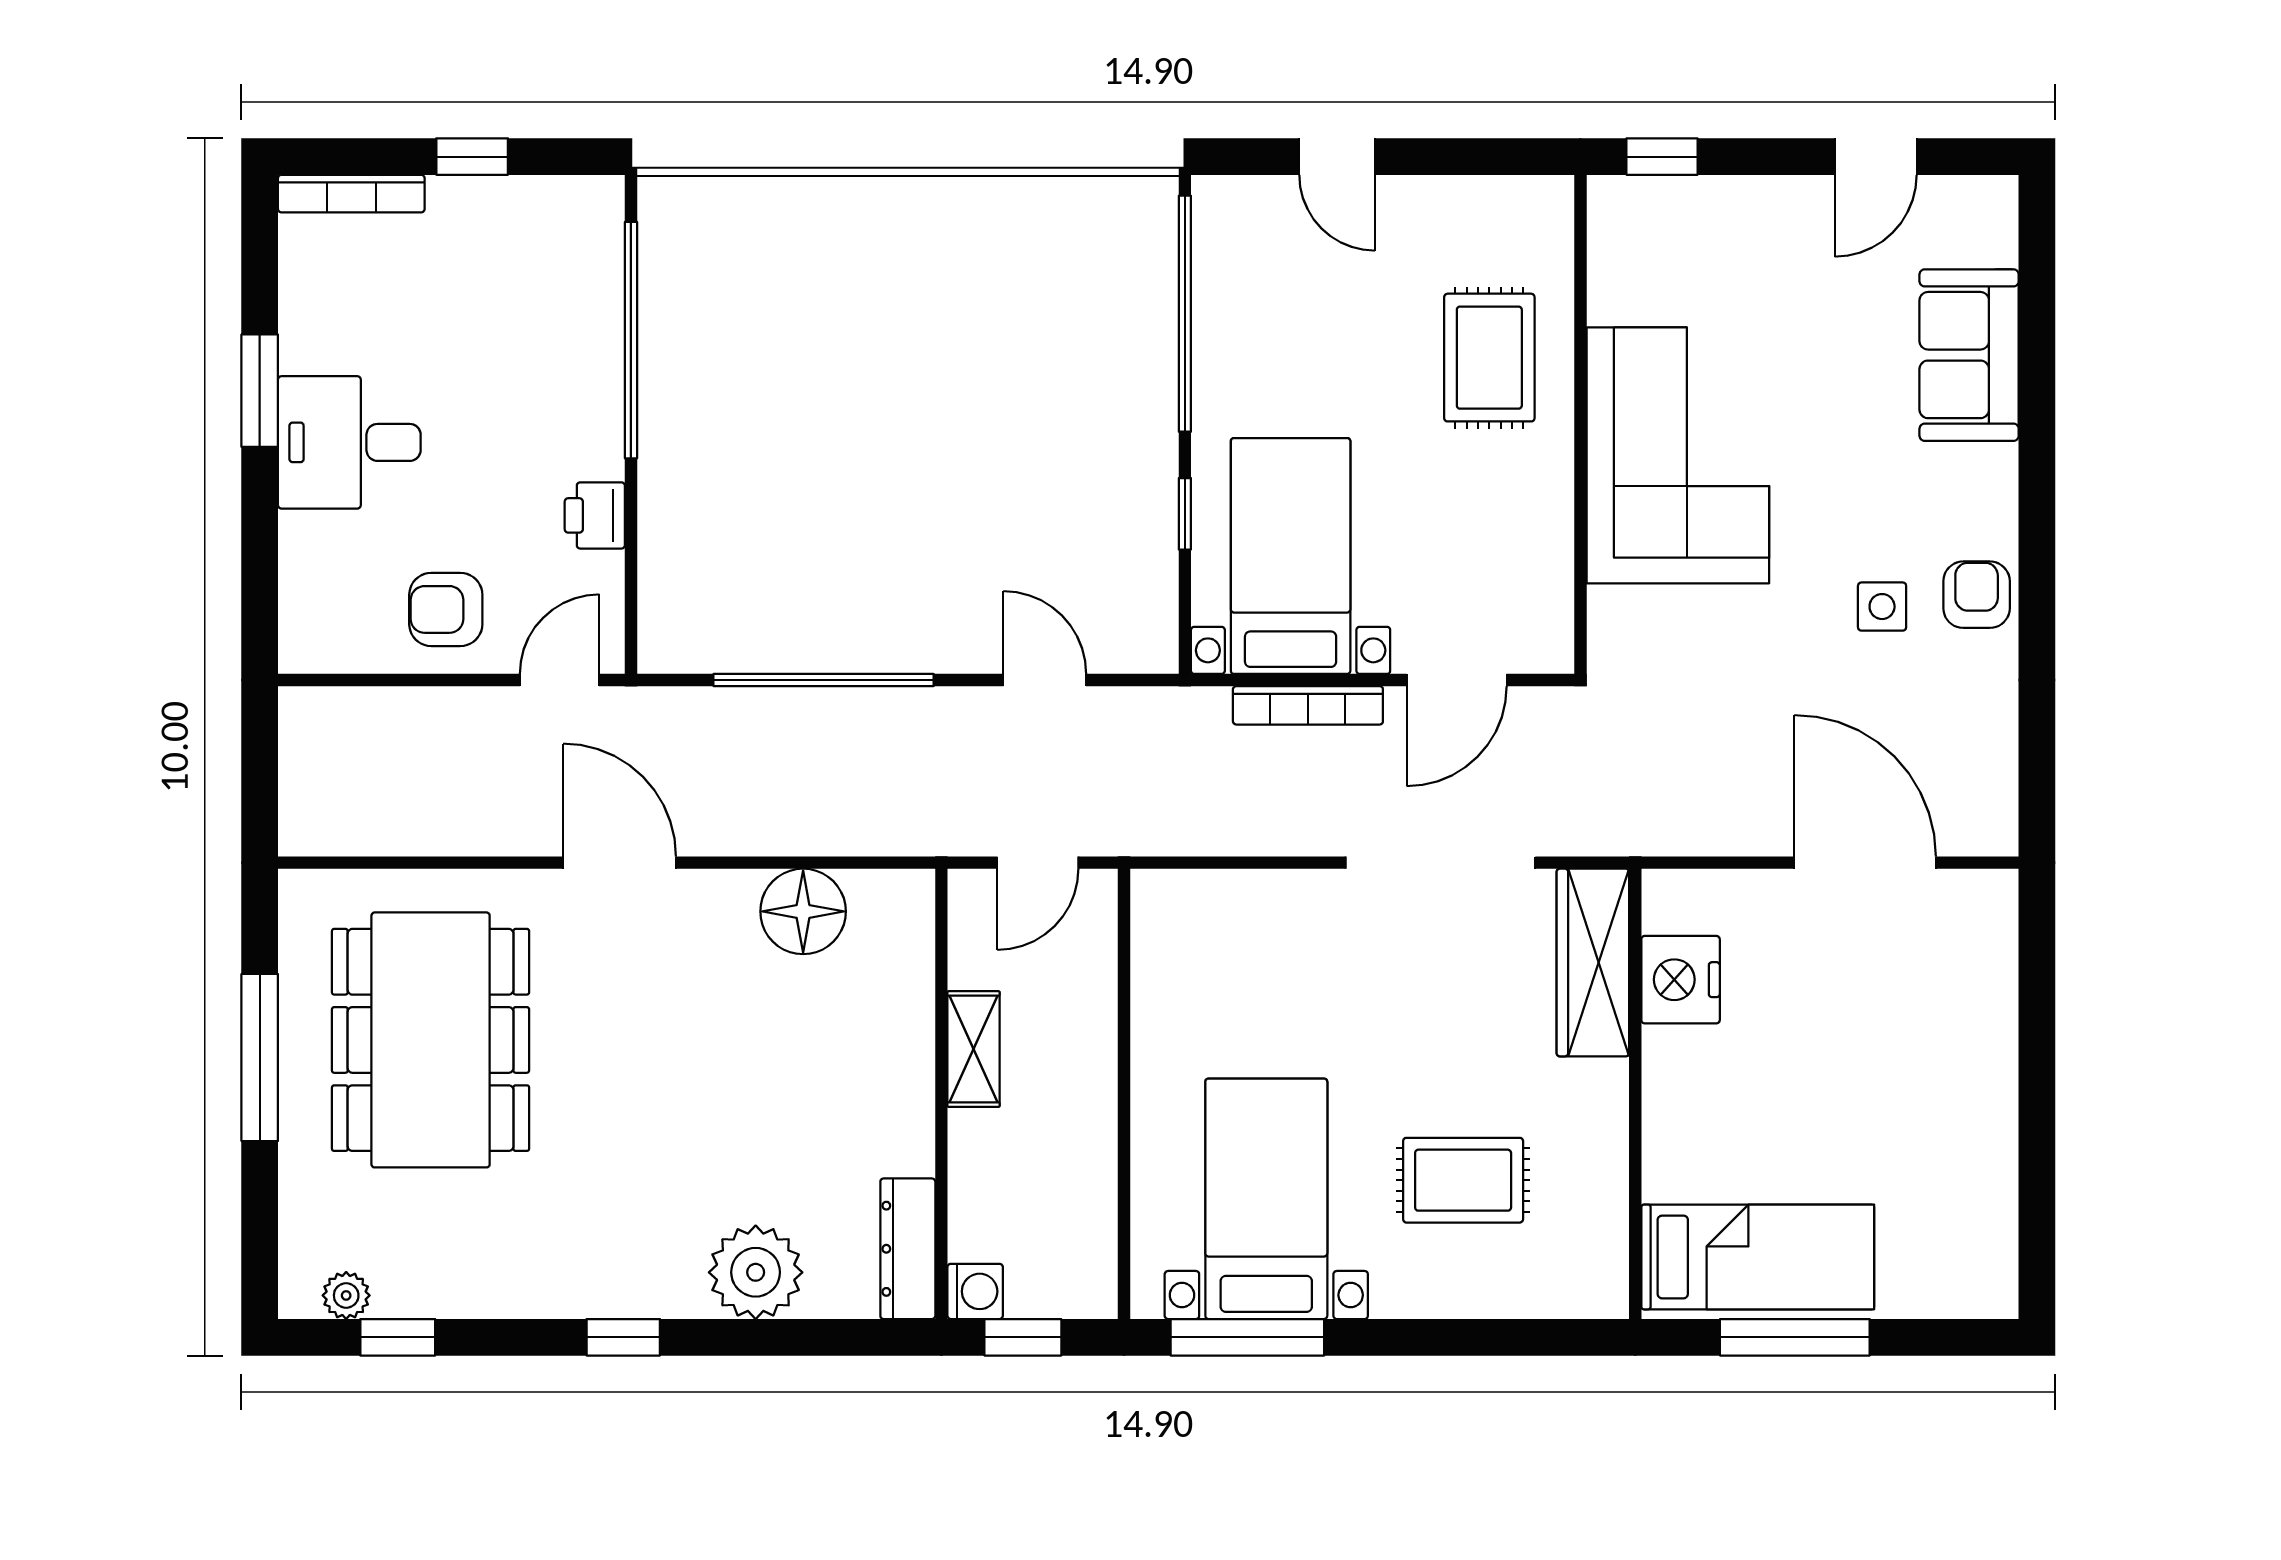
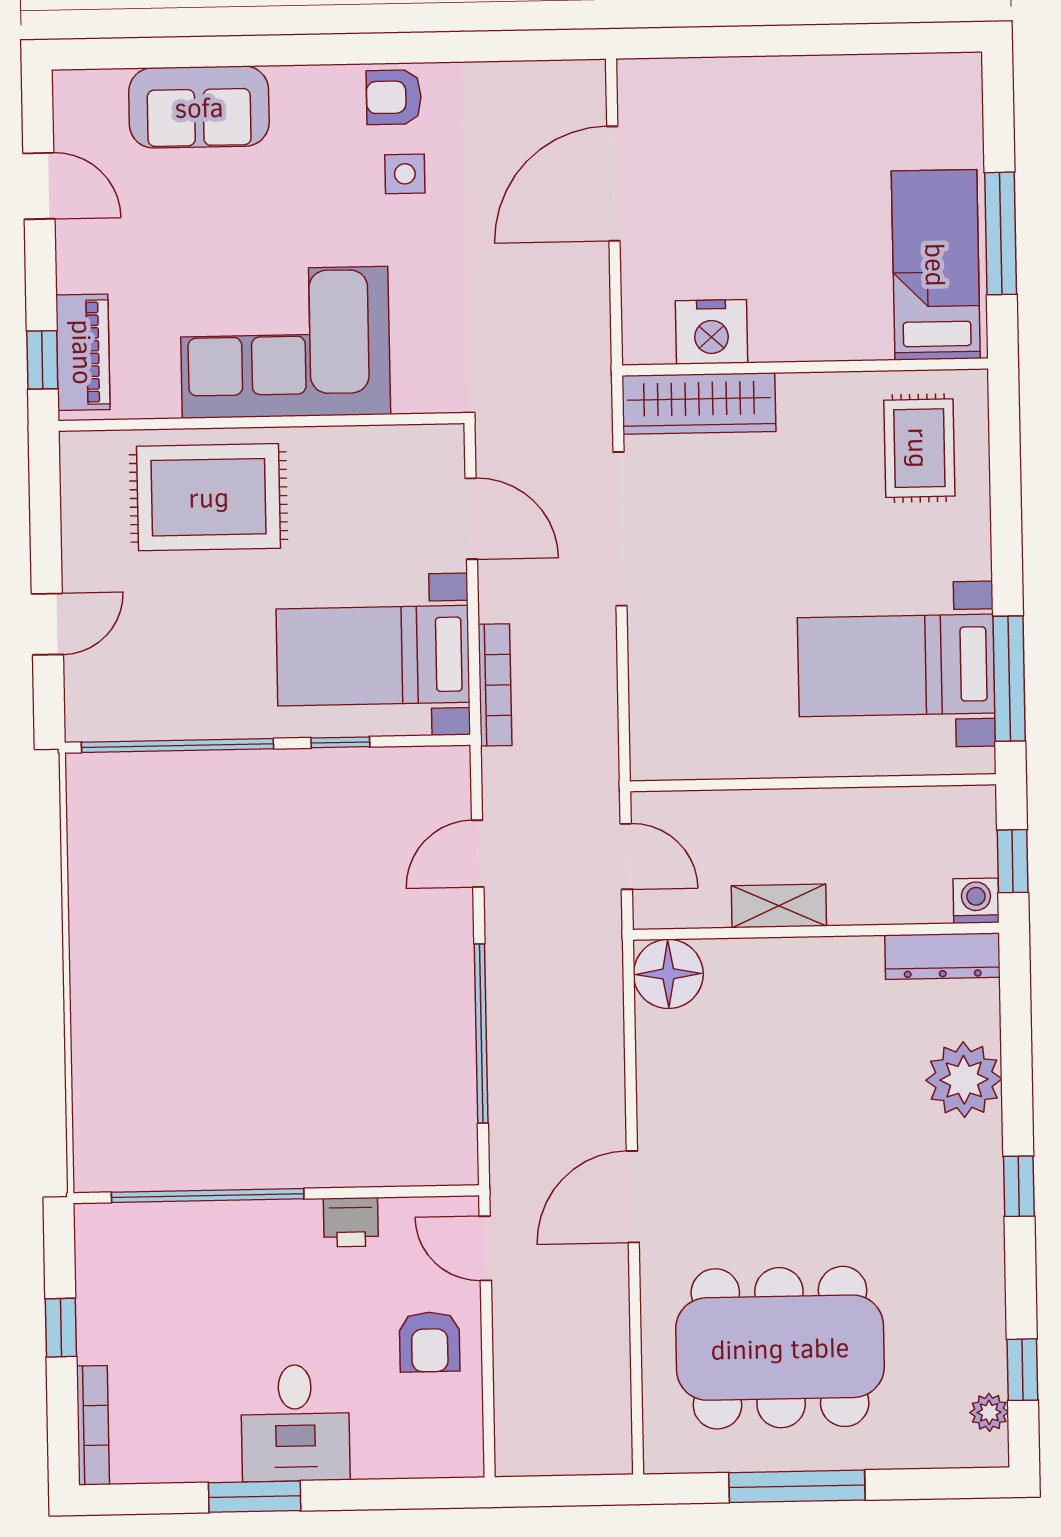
piano: (1670, 207) -> (83, 352), added
rug: (1489, 358) -> (209, 497), width x1.36, depth x1.43
bookcase: (1308, 705) -> (495, 685), moved
floor lamp: (803, 911) -> (668, 974), moved
rug: (1463, 1180) -> (919, 448), moved

